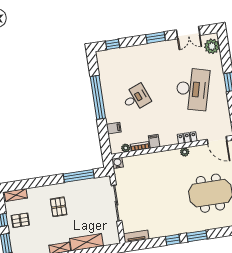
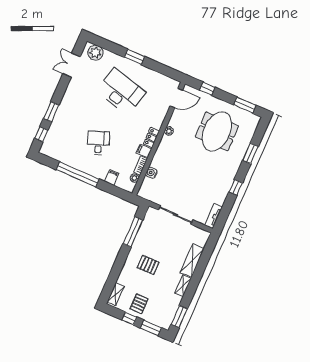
double door: (188, 33) -> (72, 65), swing flipped
window: (156, 38) -> (51, 112), moved
locker: (187, 138) -> (151, 138), moved
water cooler: (118, 163) -> (151, 173), moved
window: (197, 236) -> (251, 153), moved

